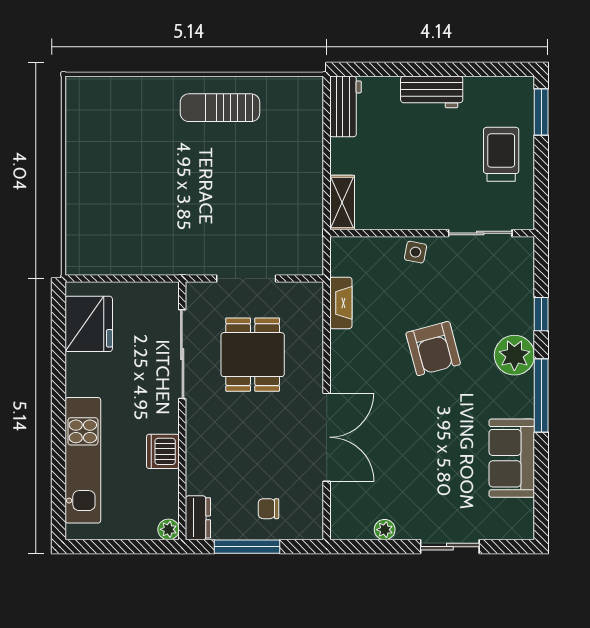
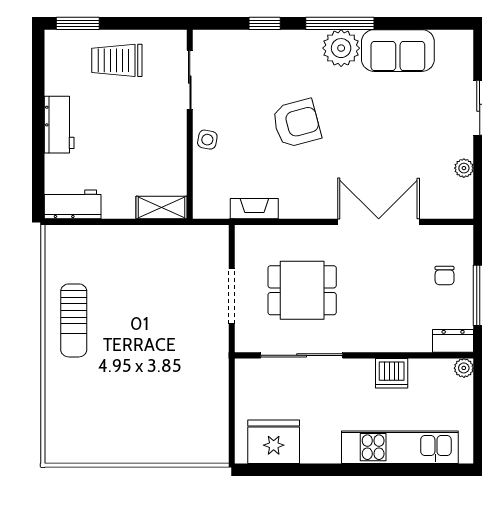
plant: (514, 355) -> (341, 48), moved

